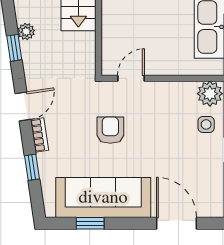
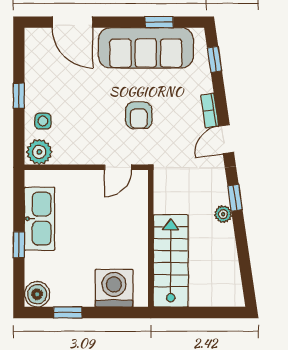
window: (32, 167) -> (214, 59), moved

